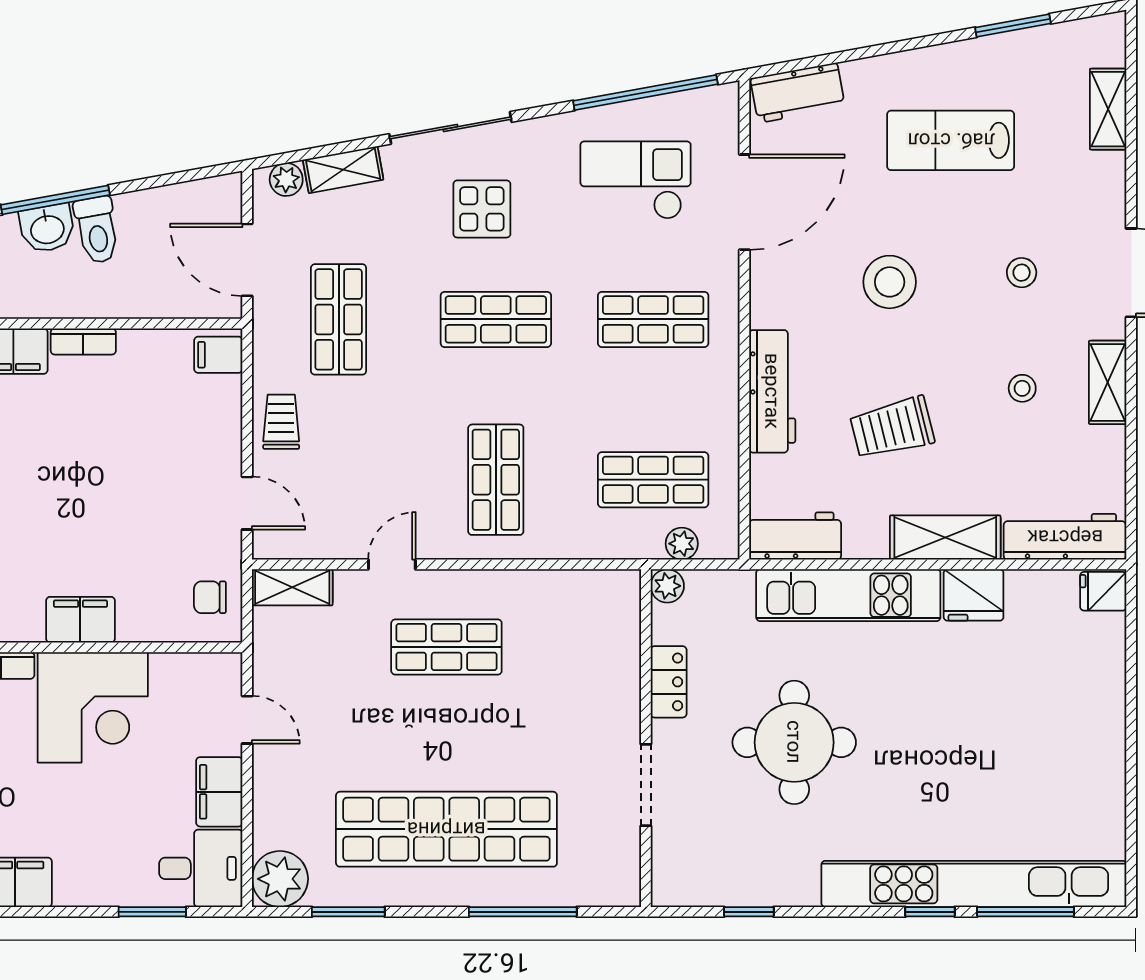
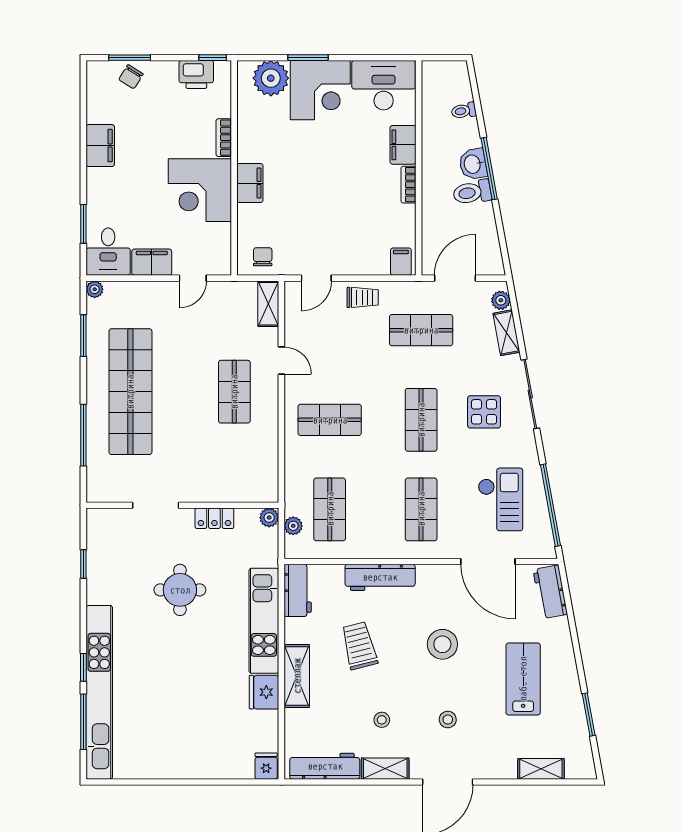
workbench: (1065, 537) -> (325, 766), moved, turned -90
round table: (794, 742) -> (180, 590), width x0.73, depth x0.73
plant: (280, 879) -> (95, 289), width x0.53, depth x0.53

